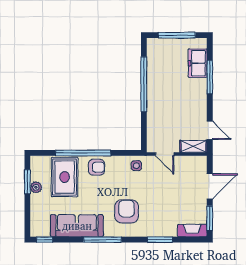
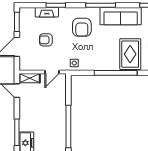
door: (165, 154) -> (52, 72), swing flipped
armchair: (96, 167) -> (46, 40), moved
fireplace: (192, 231) -> (47, 12), moved

